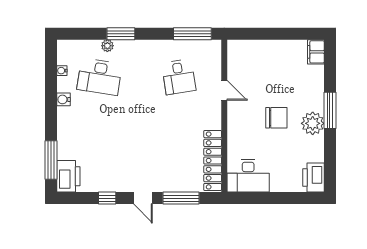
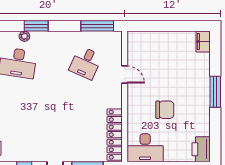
desk: (179, 77) -> (86, 63), turned 33
chair: (276, 118) -> (165, 110), moved
plant: (313, 123) -> (200, 103), removed

